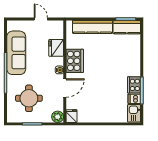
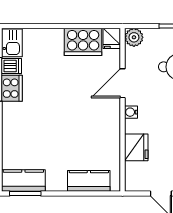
kitchen counter: (92, 27) -> (89, 181), width x0.67
cooker: (75, 61) -> (83, 42), moved, turned -90

